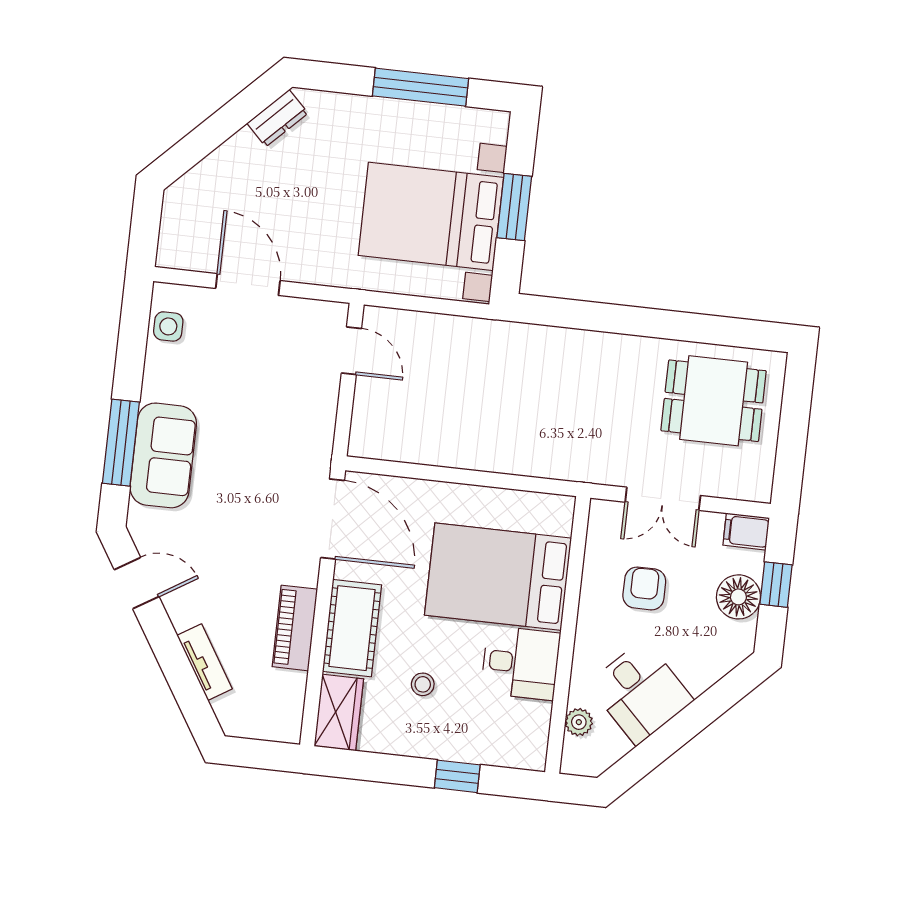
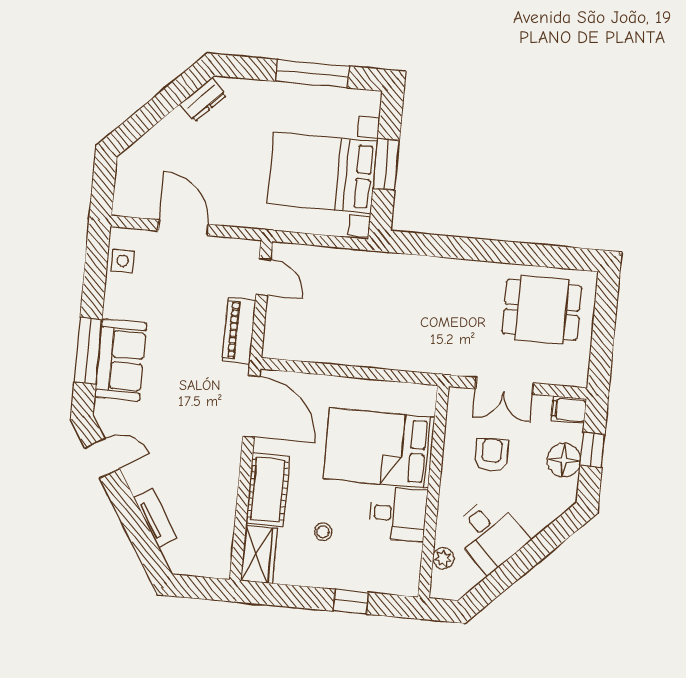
piano: (295, 628) -> (239, 330), moved

